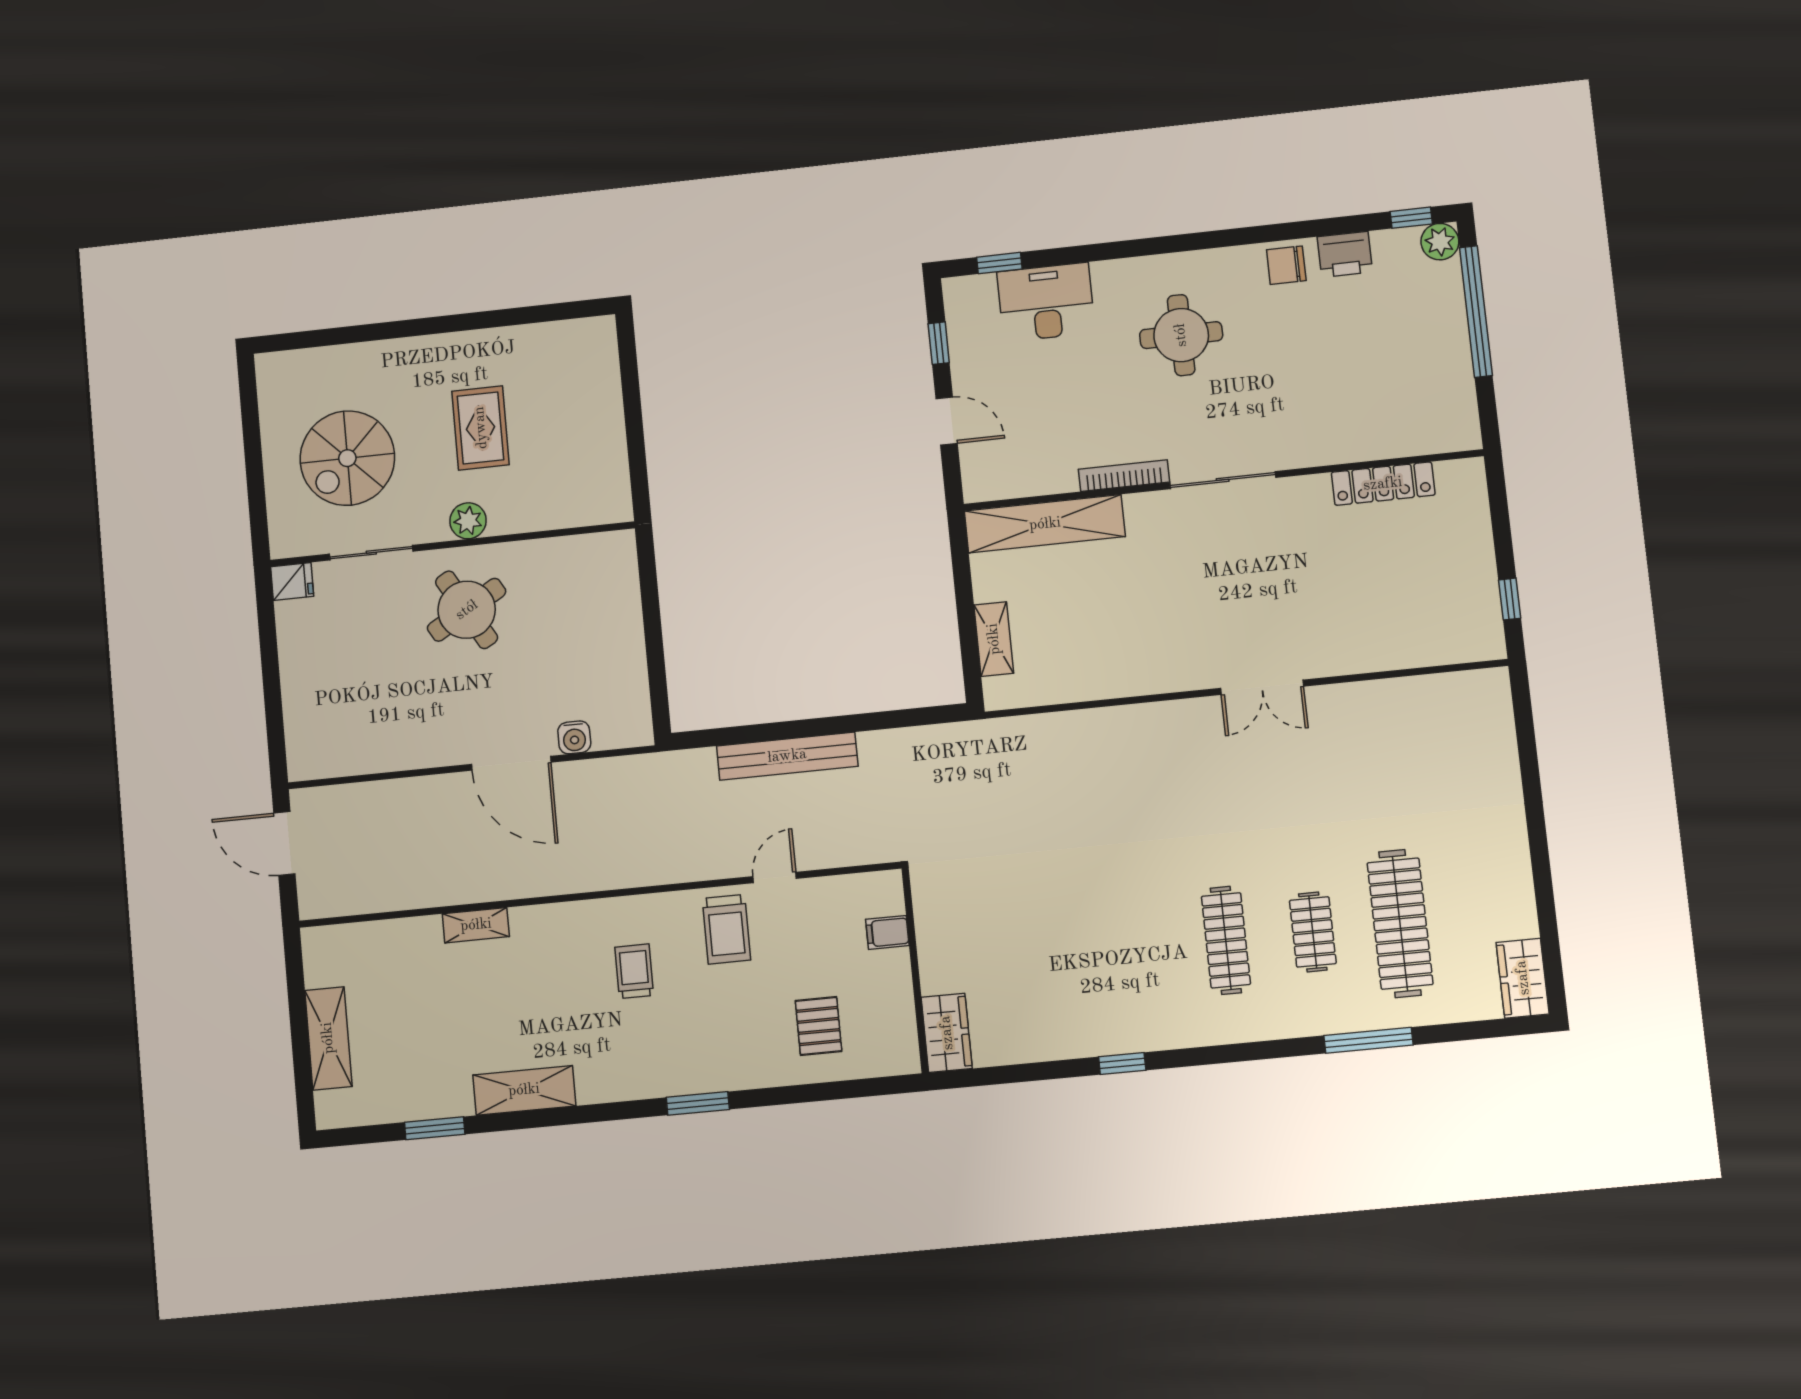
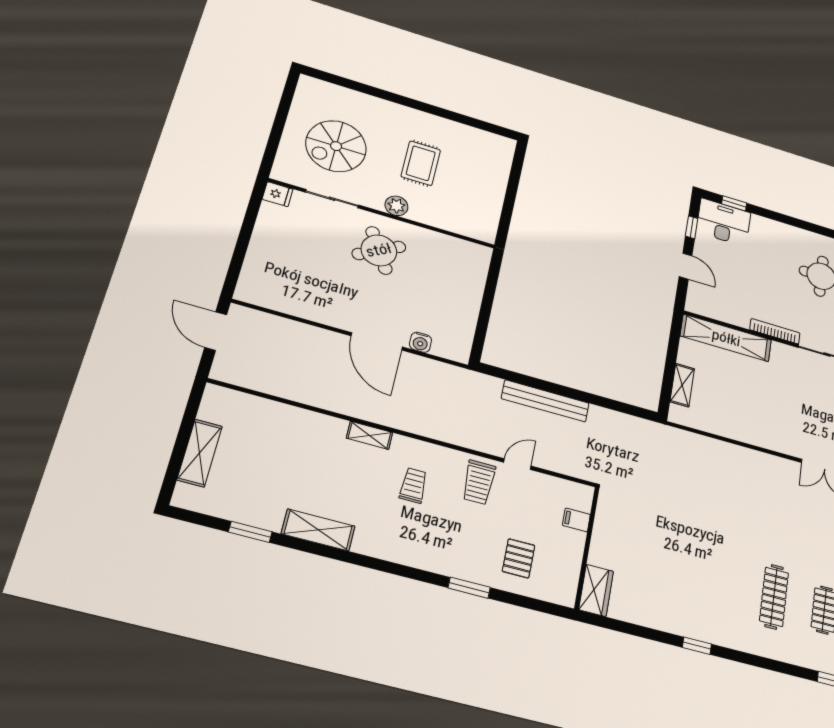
desk: (1046, 302) -> (724, 222), moved
shelving: (476, 925) -> (369, 435), moved
window: (698, 1103) -> (469, 588), moved

